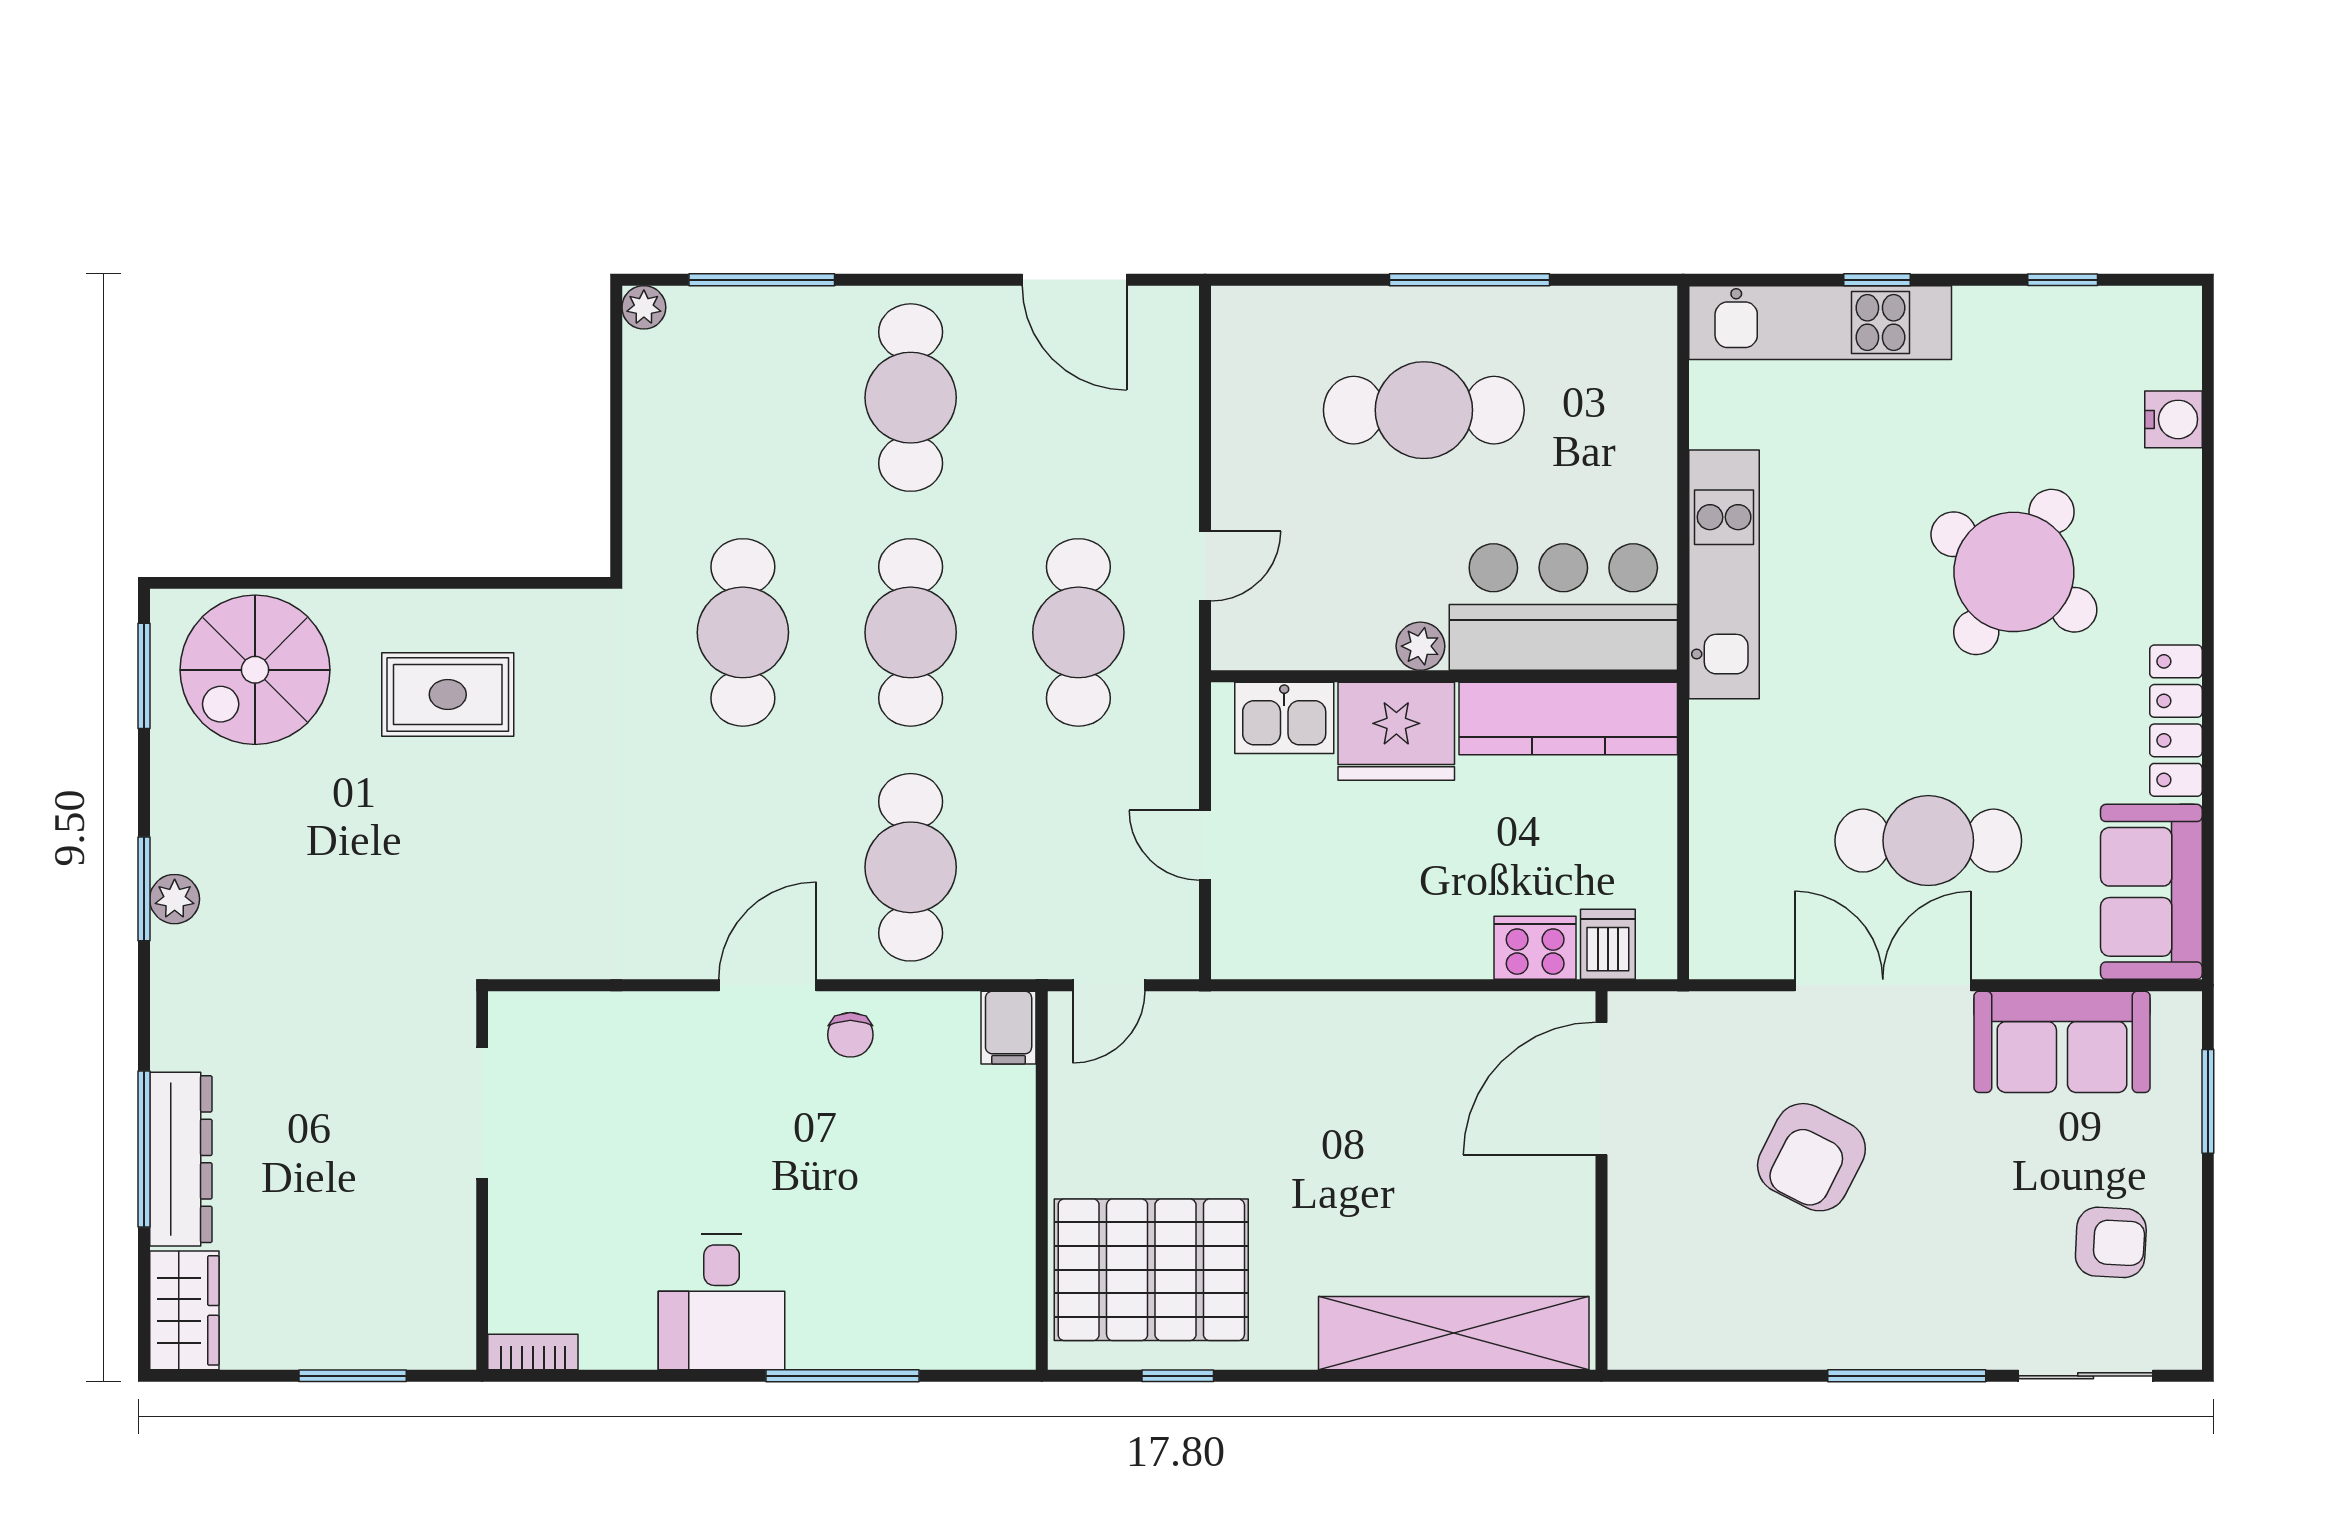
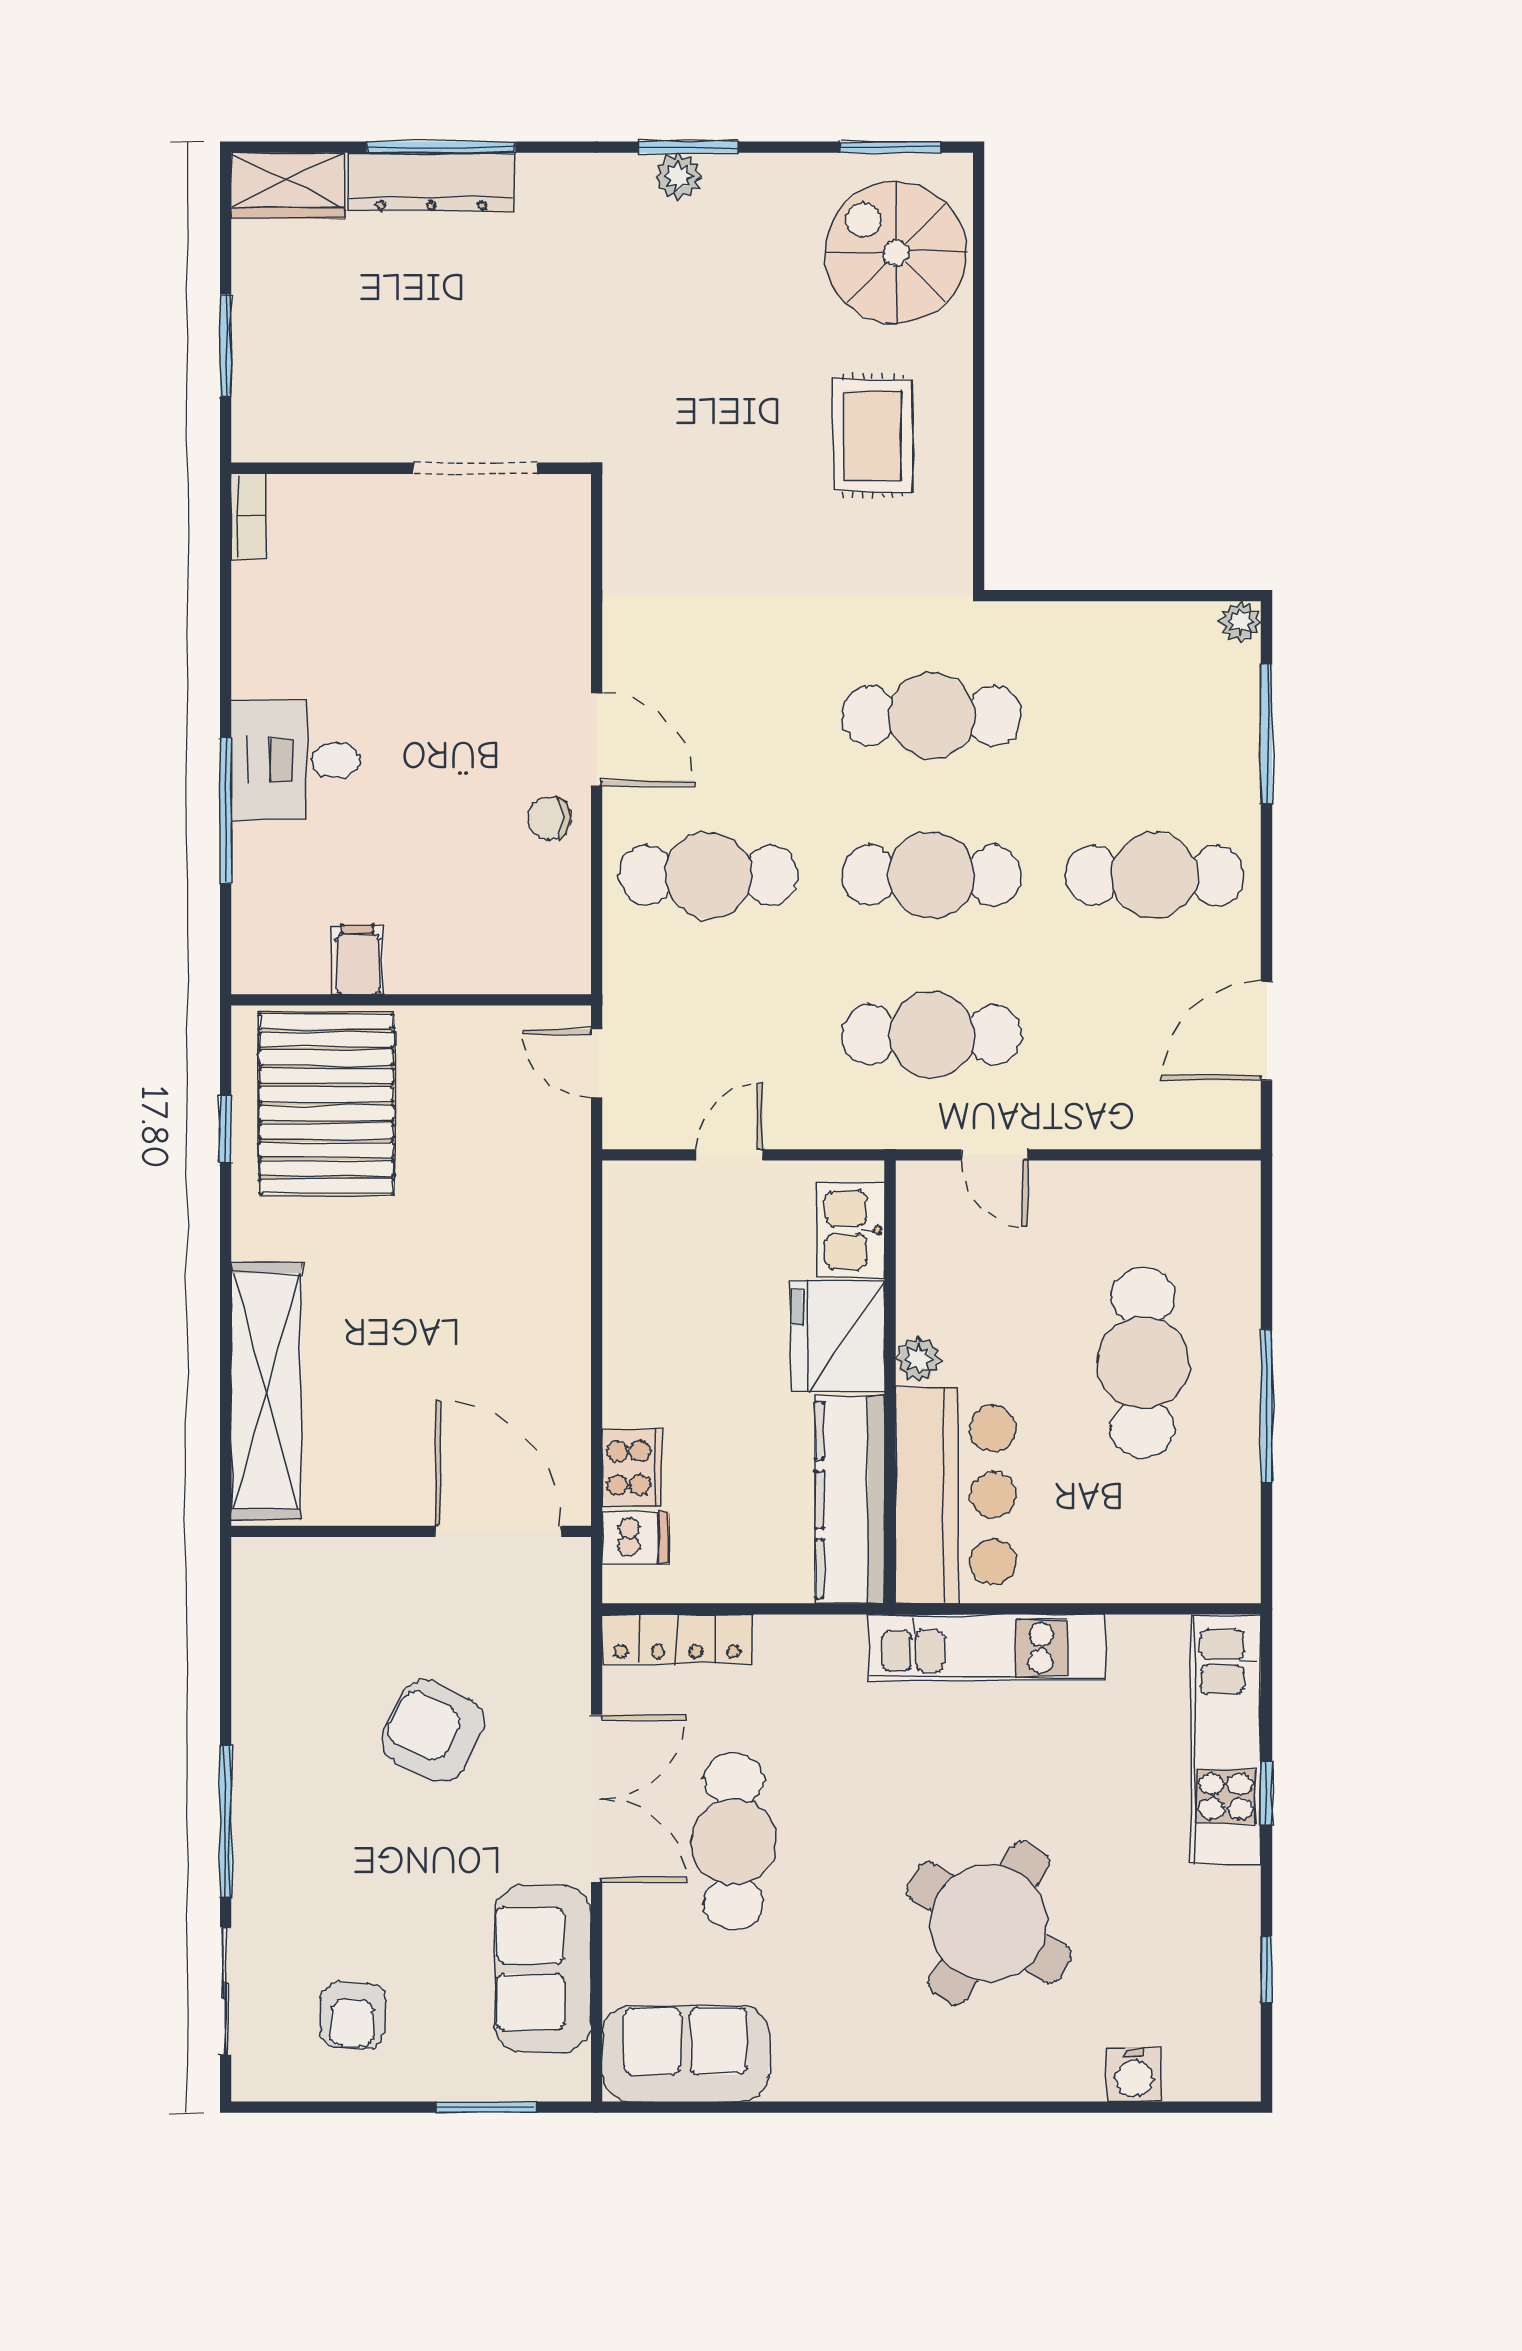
locker: (2176, 721) -> (677, 1639), moved, turned 180
filing cabinet: (1009, 1028) -> (358, 960), moved, turned 90
desk: (722, 1302) -> (296, 760), moved

